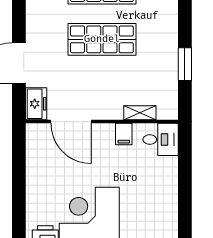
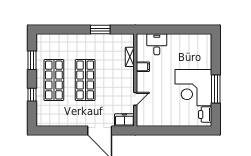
door: (71, 122) -> (135, 99), width x0.53
desk: (161, 139) -> (157, 44), moved

